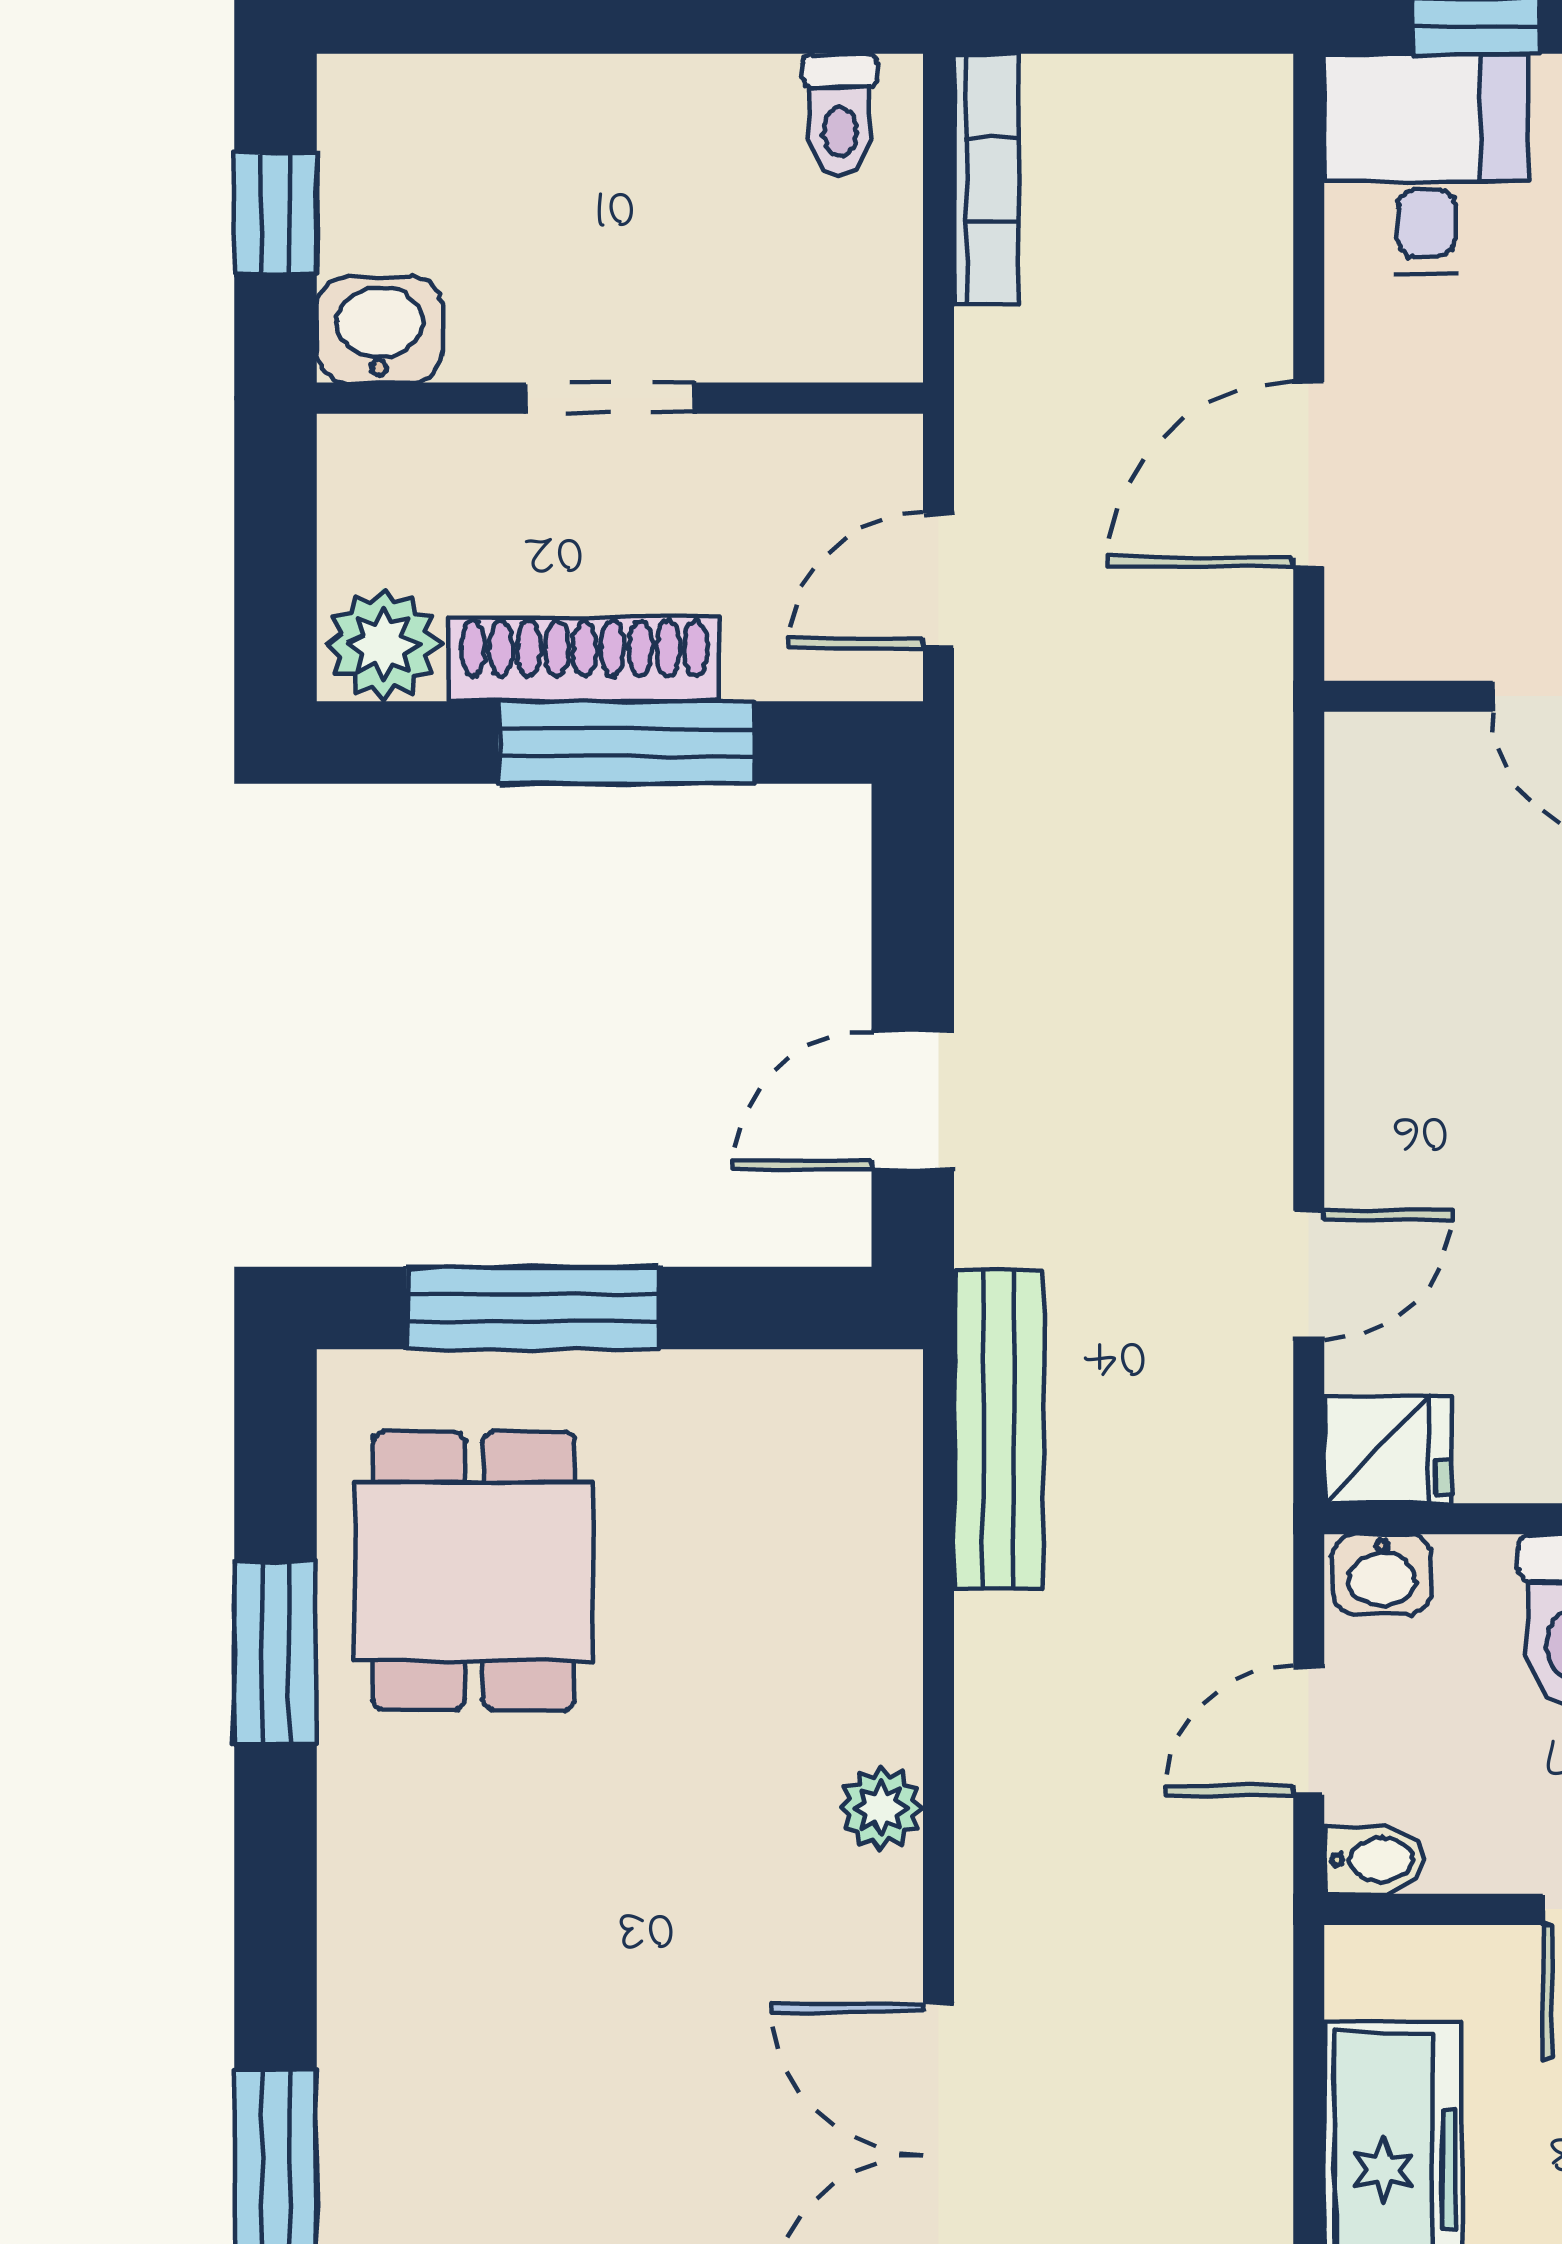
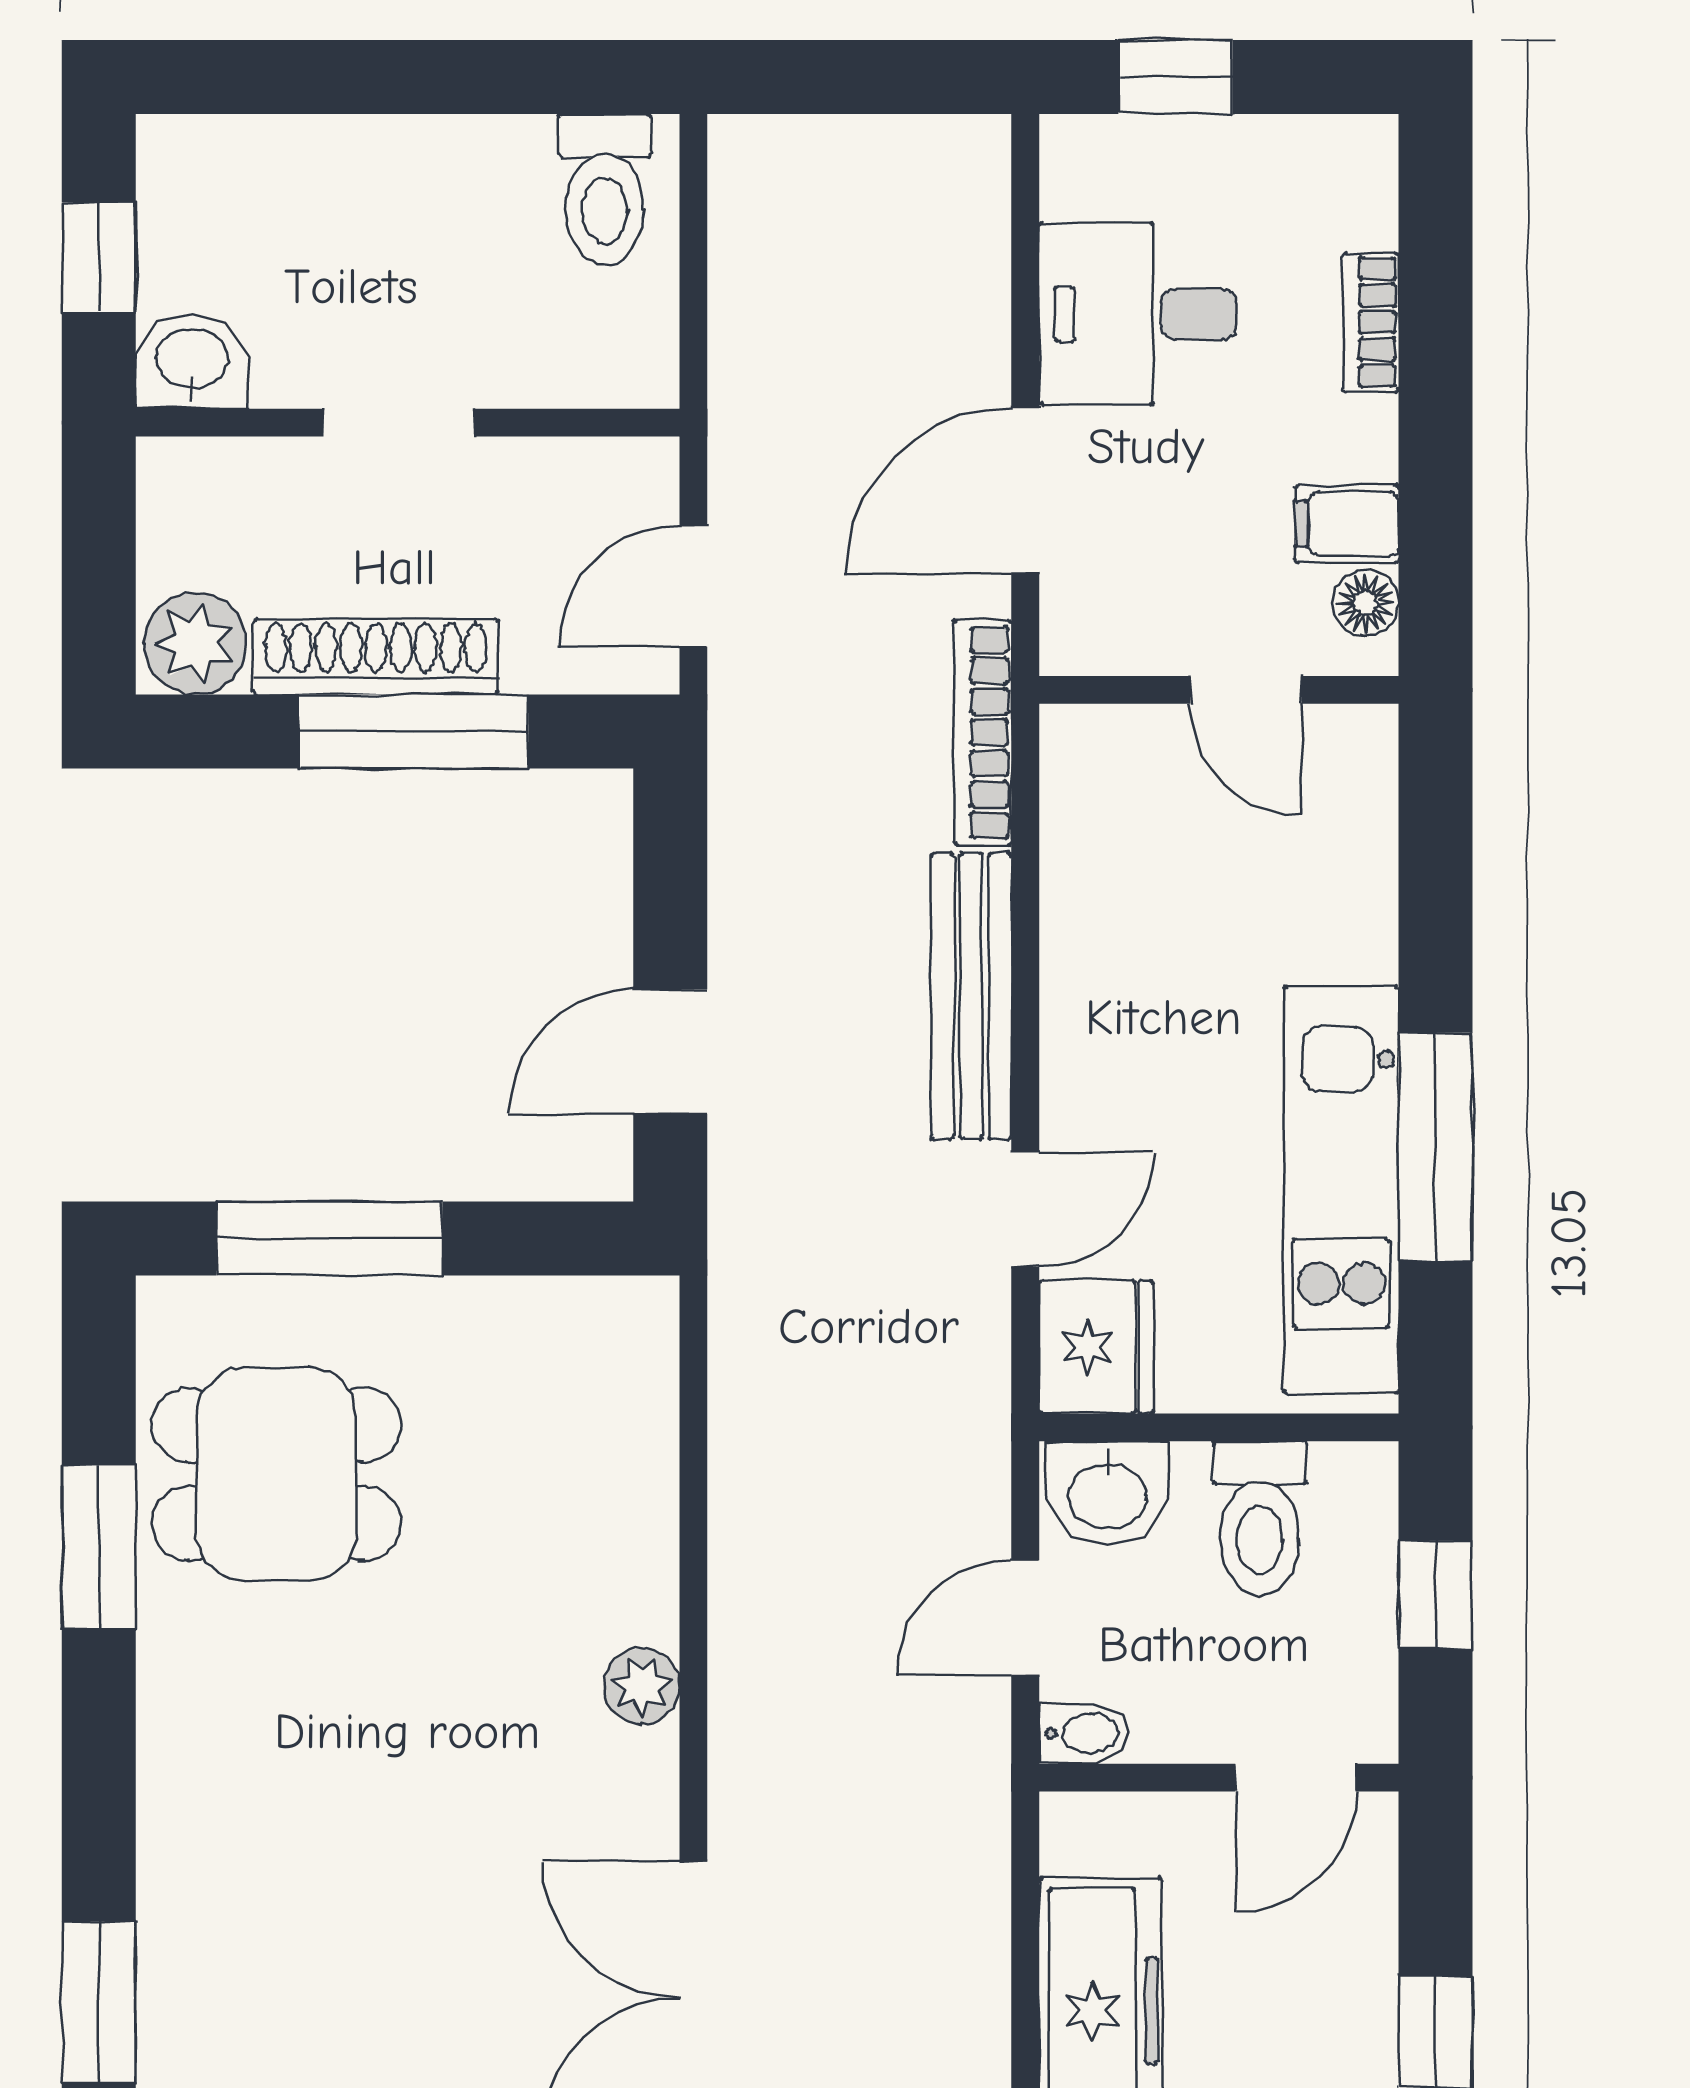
toilet: (840, 115) -> (605, 190), width x1.37, depth x1.39
desk: (1426, 164) -> (1138, 314), moved, turned -90
bookcase: (986, 179) -> (983, 733), moved, turned 180
bench: (999, 1429) -> (971, 996), moved
fridge: (1388, 1450) -> (1096, 1347), width x1.38
dining table: (474, 1571) -> (277, 1474), turned 90
washbasin: (1382, 1574) -> (1108, 1493), width x1.38, depth x1.45

